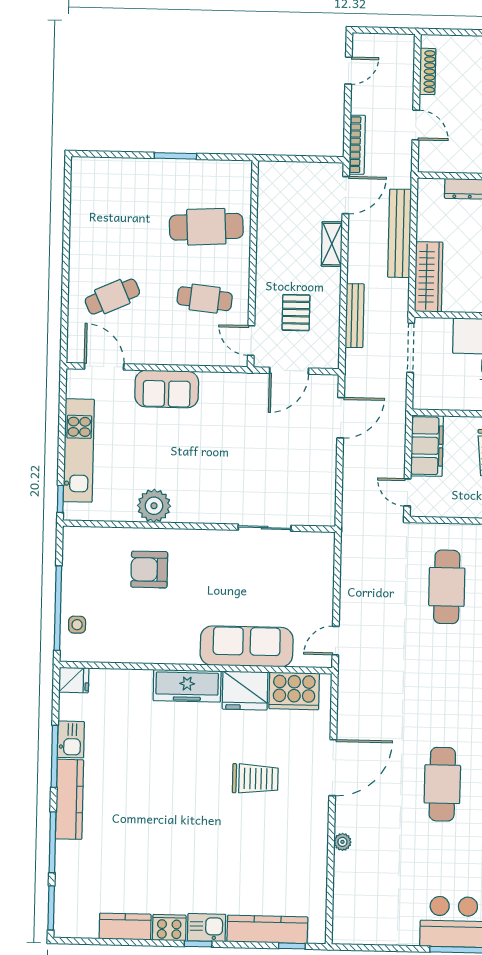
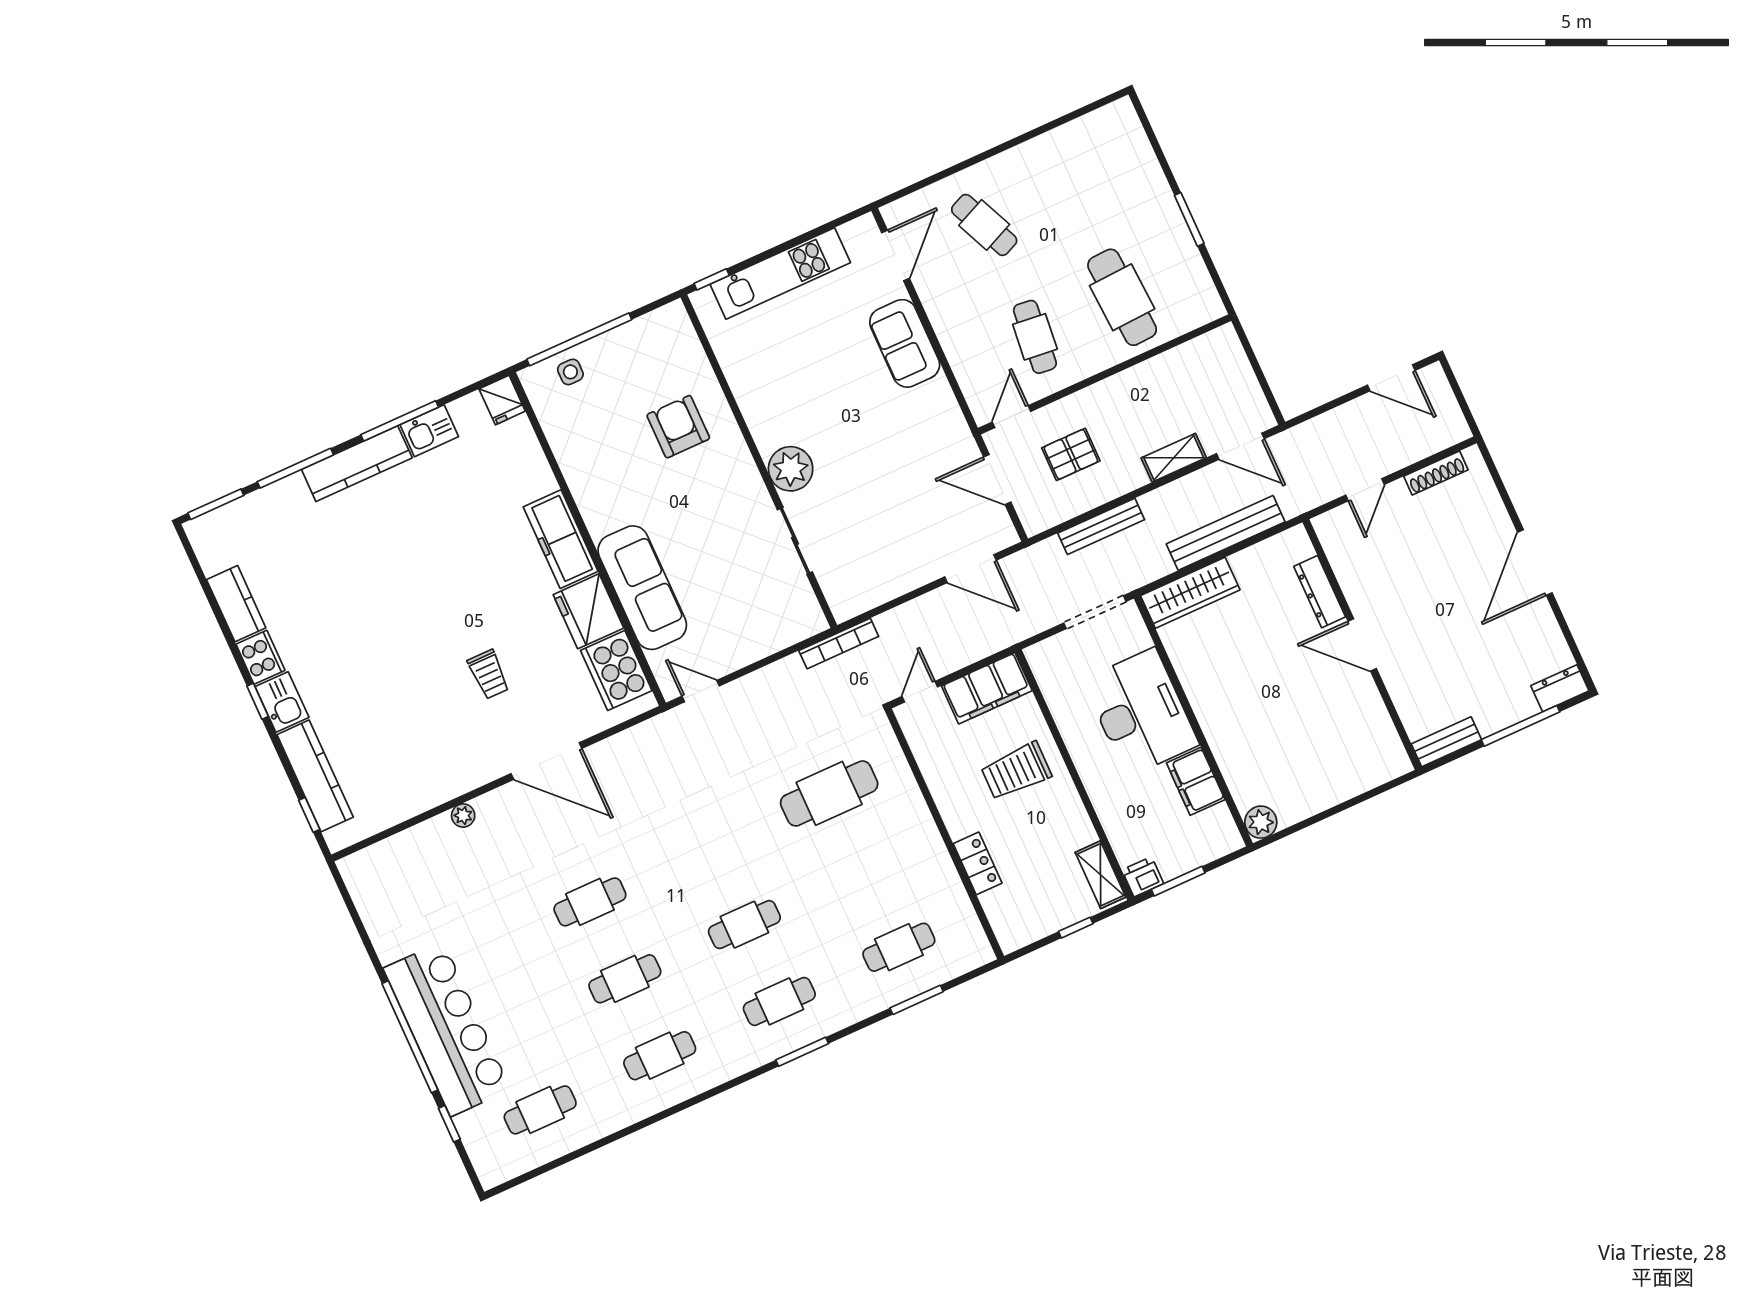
door: (349, 71) -> (1391, 378), width x1.38
bookcase: (357, 145) -> (839, 643), moved
plant: (154, 506) -> (791, 469), moved
trolley: (255, 779) -> (489, 674), width x0.73, depth x0.72
cafe table: (442, 784) -> (590, 902), width x0.73, depth x0.74

